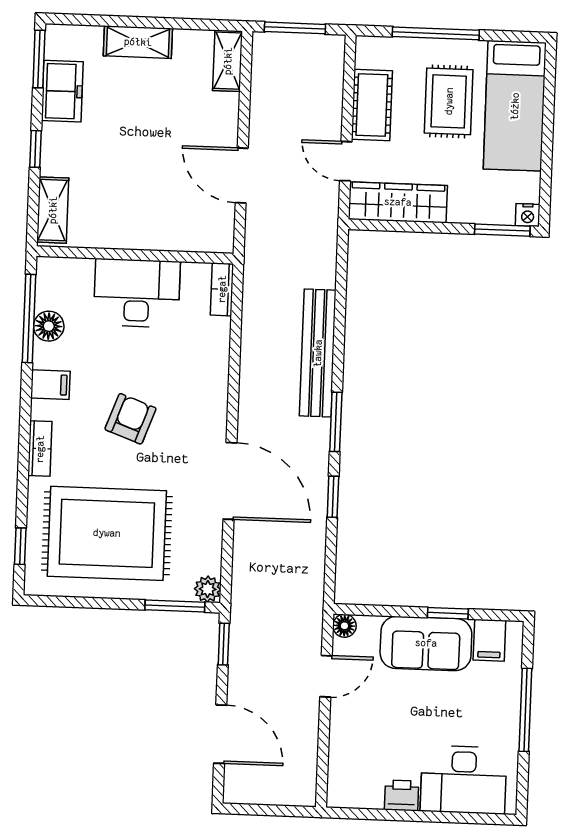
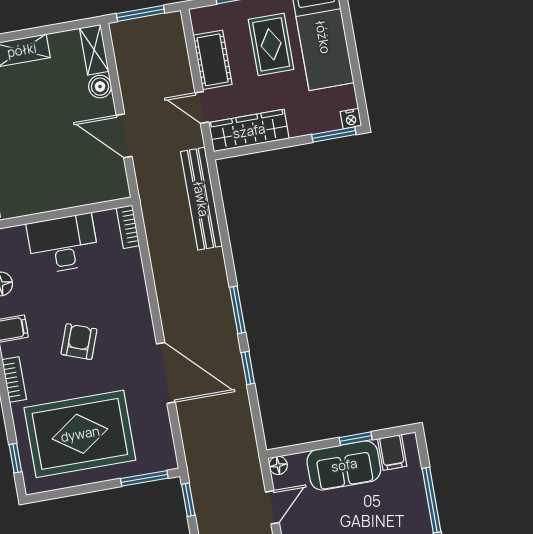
boiler: (225, 108) -> (100, 87), added
bench: (318, 353) -> (201, 199), moved
plant: (208, 589) -> (167, 460), removed

